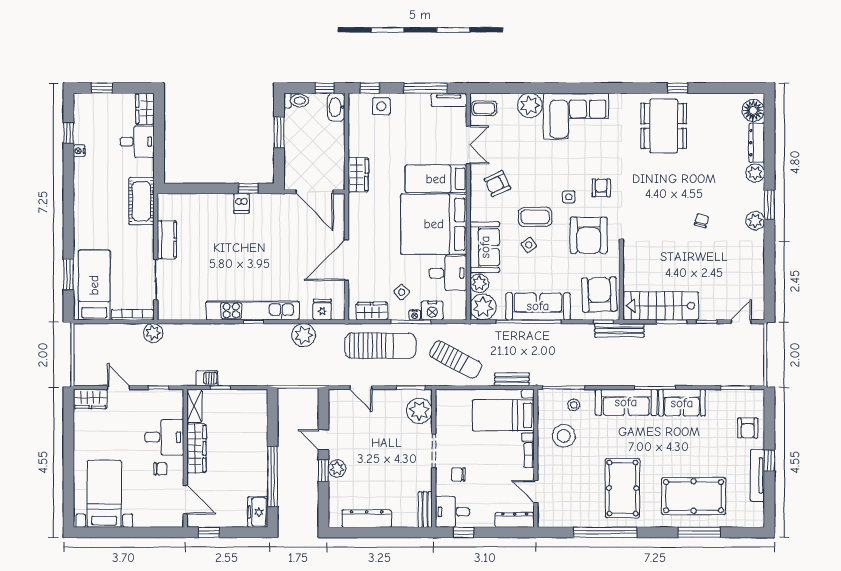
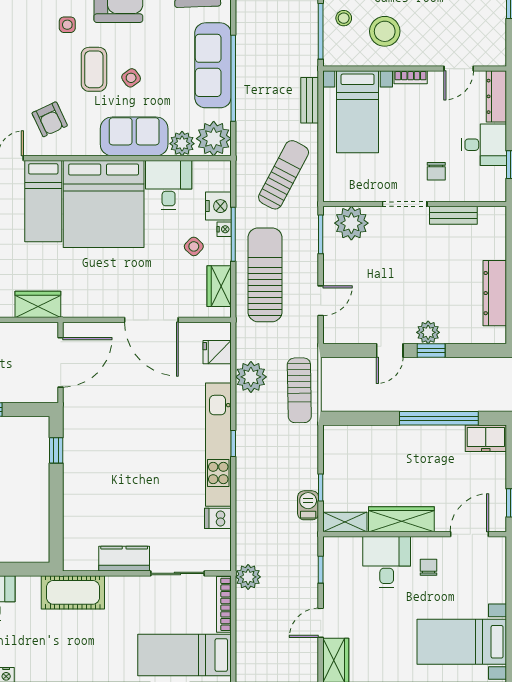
dishwasher: (241, 203) -> (218, 518), moved, turned 180
sun lounger: (294, 372) -> (299, 390), added
bench: (425, 510) -> (453, 215), moved
desk: (452, 512) -> (484, 145), moved, turned -90

